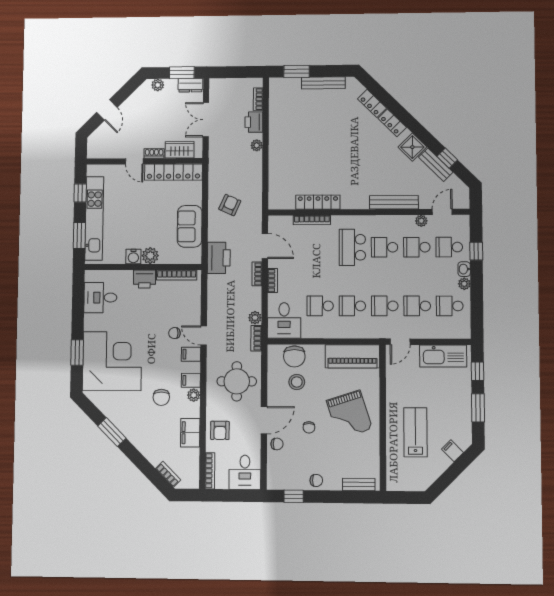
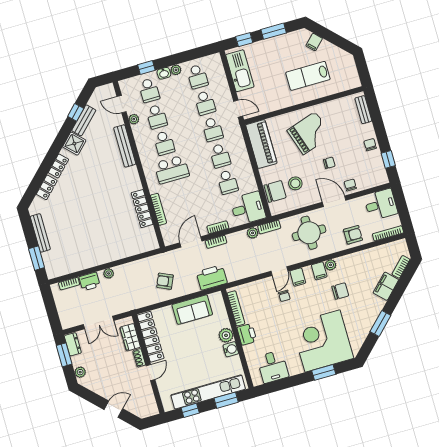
filing cabinet: (190, 433) -> (386, 286), moved, turned 135

